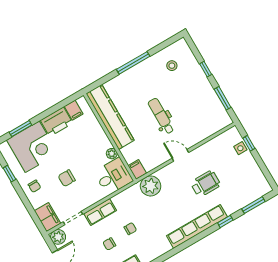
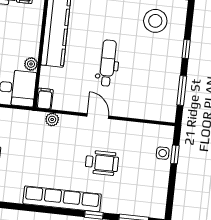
stool: (172, 66) -> (155, 21), width x1.89, depth x1.89
plant: (151, 186) -> (52, 119), width x0.53, depth x0.53

